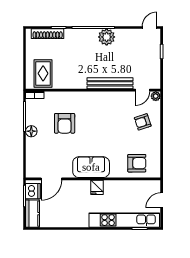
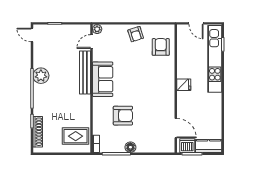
door: (143, 90) -> (91, 42), swing flipped
armchair: (143, 122) -> (136, 34), moved
sofa: (91, 167) -> (103, 79), moved, turned 180

